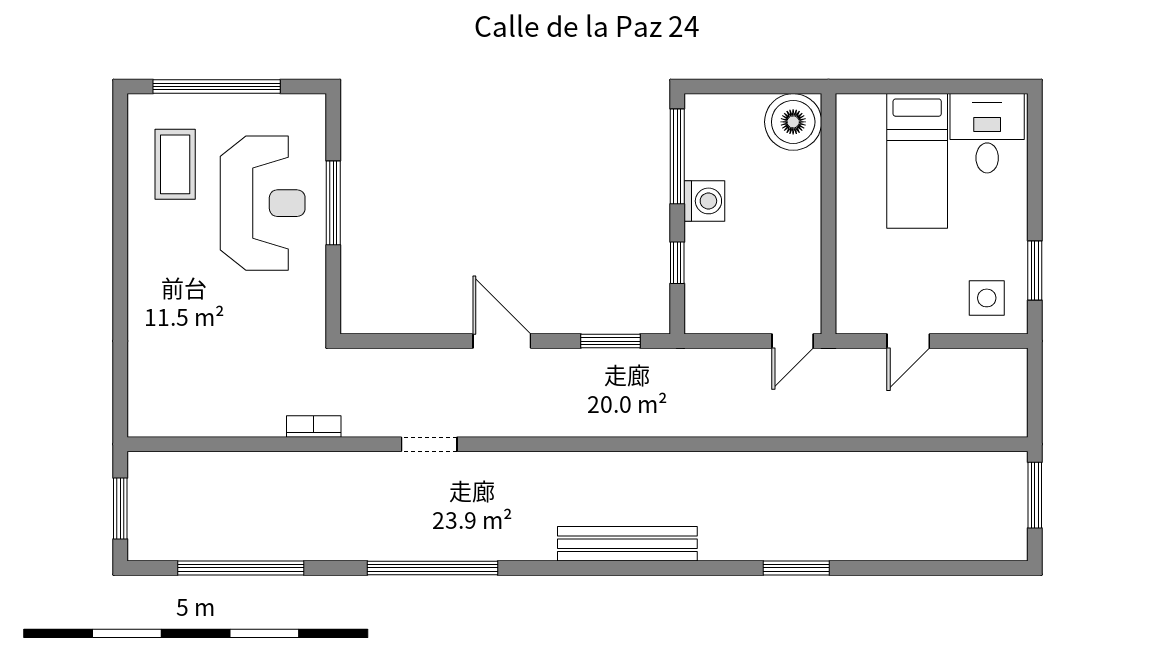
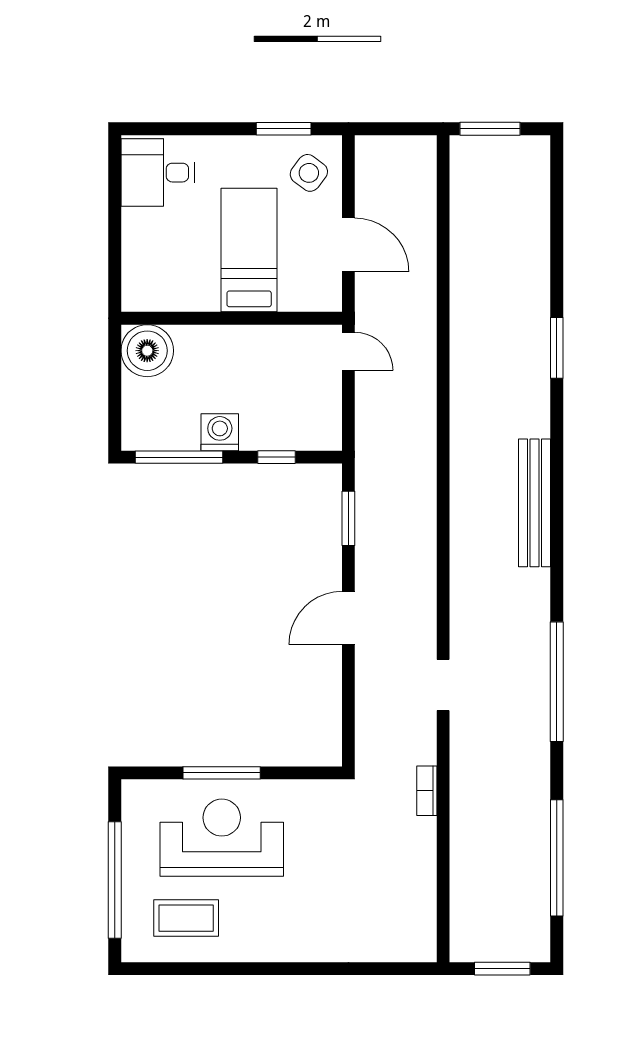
bed: (917, 161) -> (249, 250), moved, turned -90
side table: (987, 298) -> (309, 173), turned 37
door: (908, 341) -> (348, 245), width x1.38

